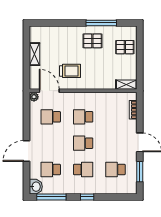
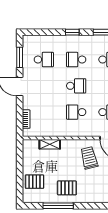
trolley: (70, 71) -> (89, 158), turned 76
shelving: (126, 85) -> (50, 144), moved
school desk: (83, 117) -> (76, 112), turned 180

